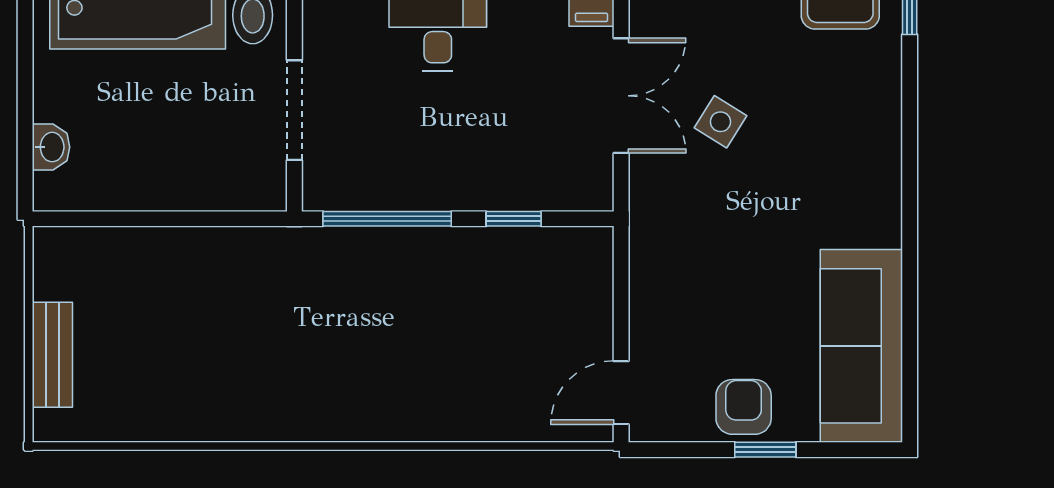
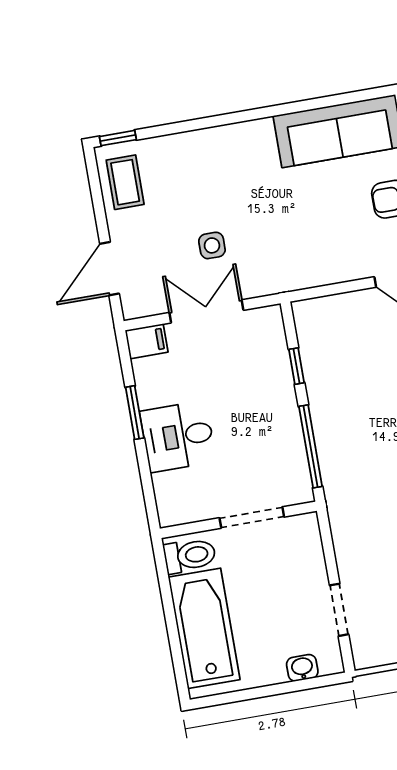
side table: (720, 122) -> (212, 245), turned -32
doorway: (130, 219) -> (339, 610), added

